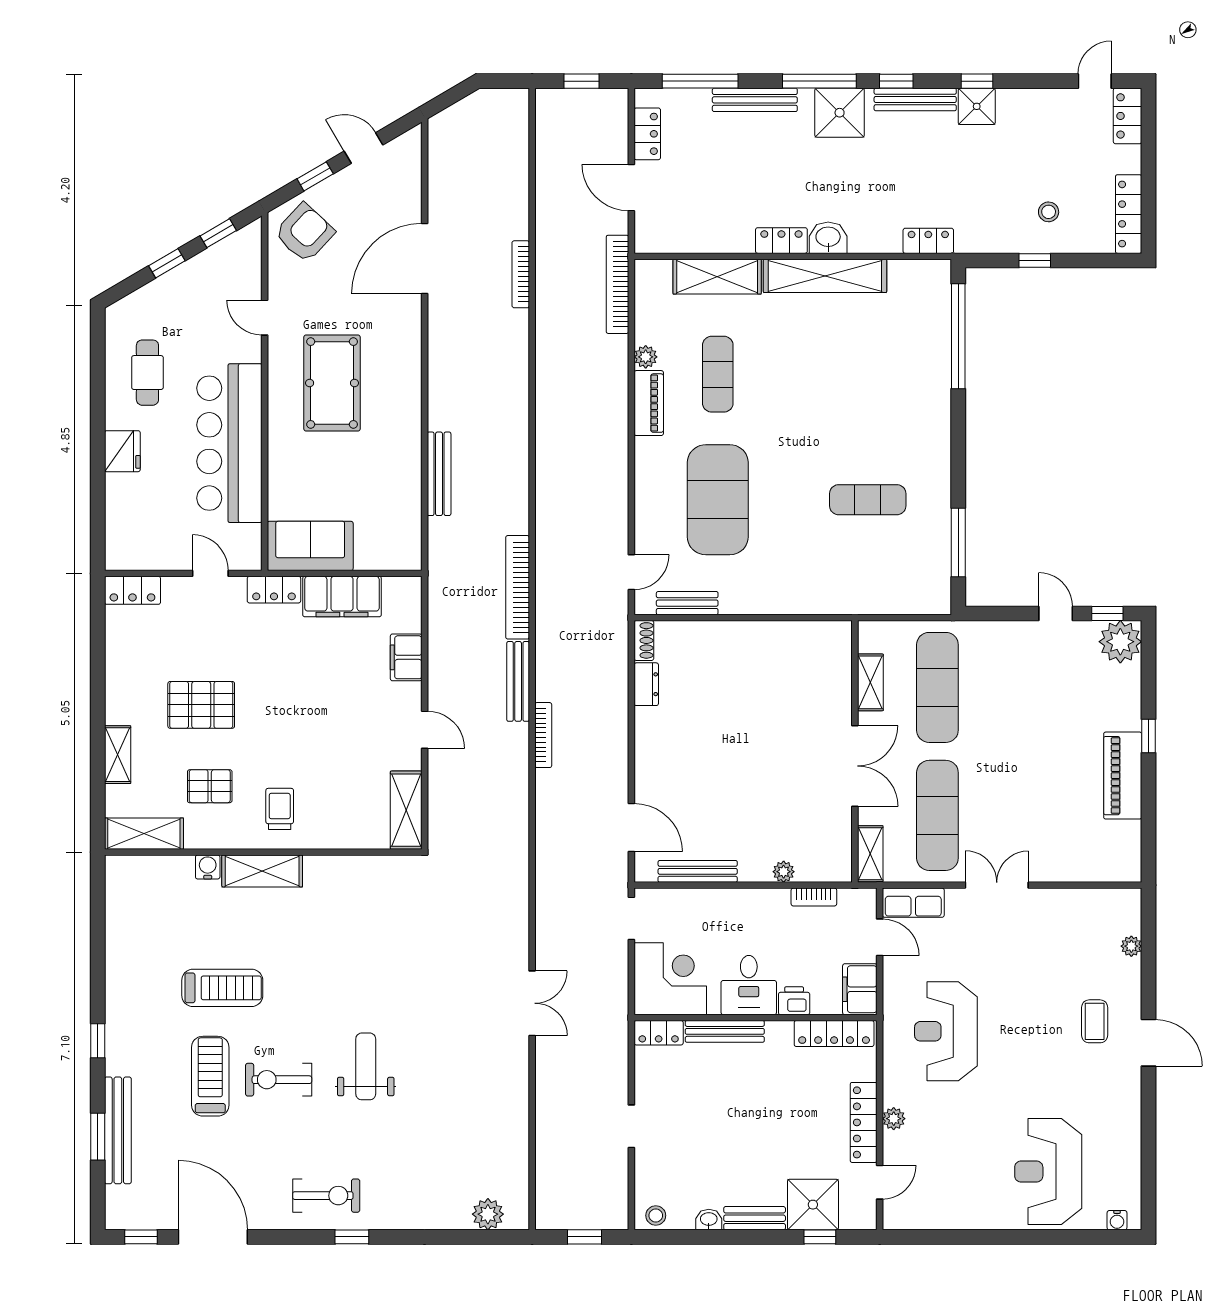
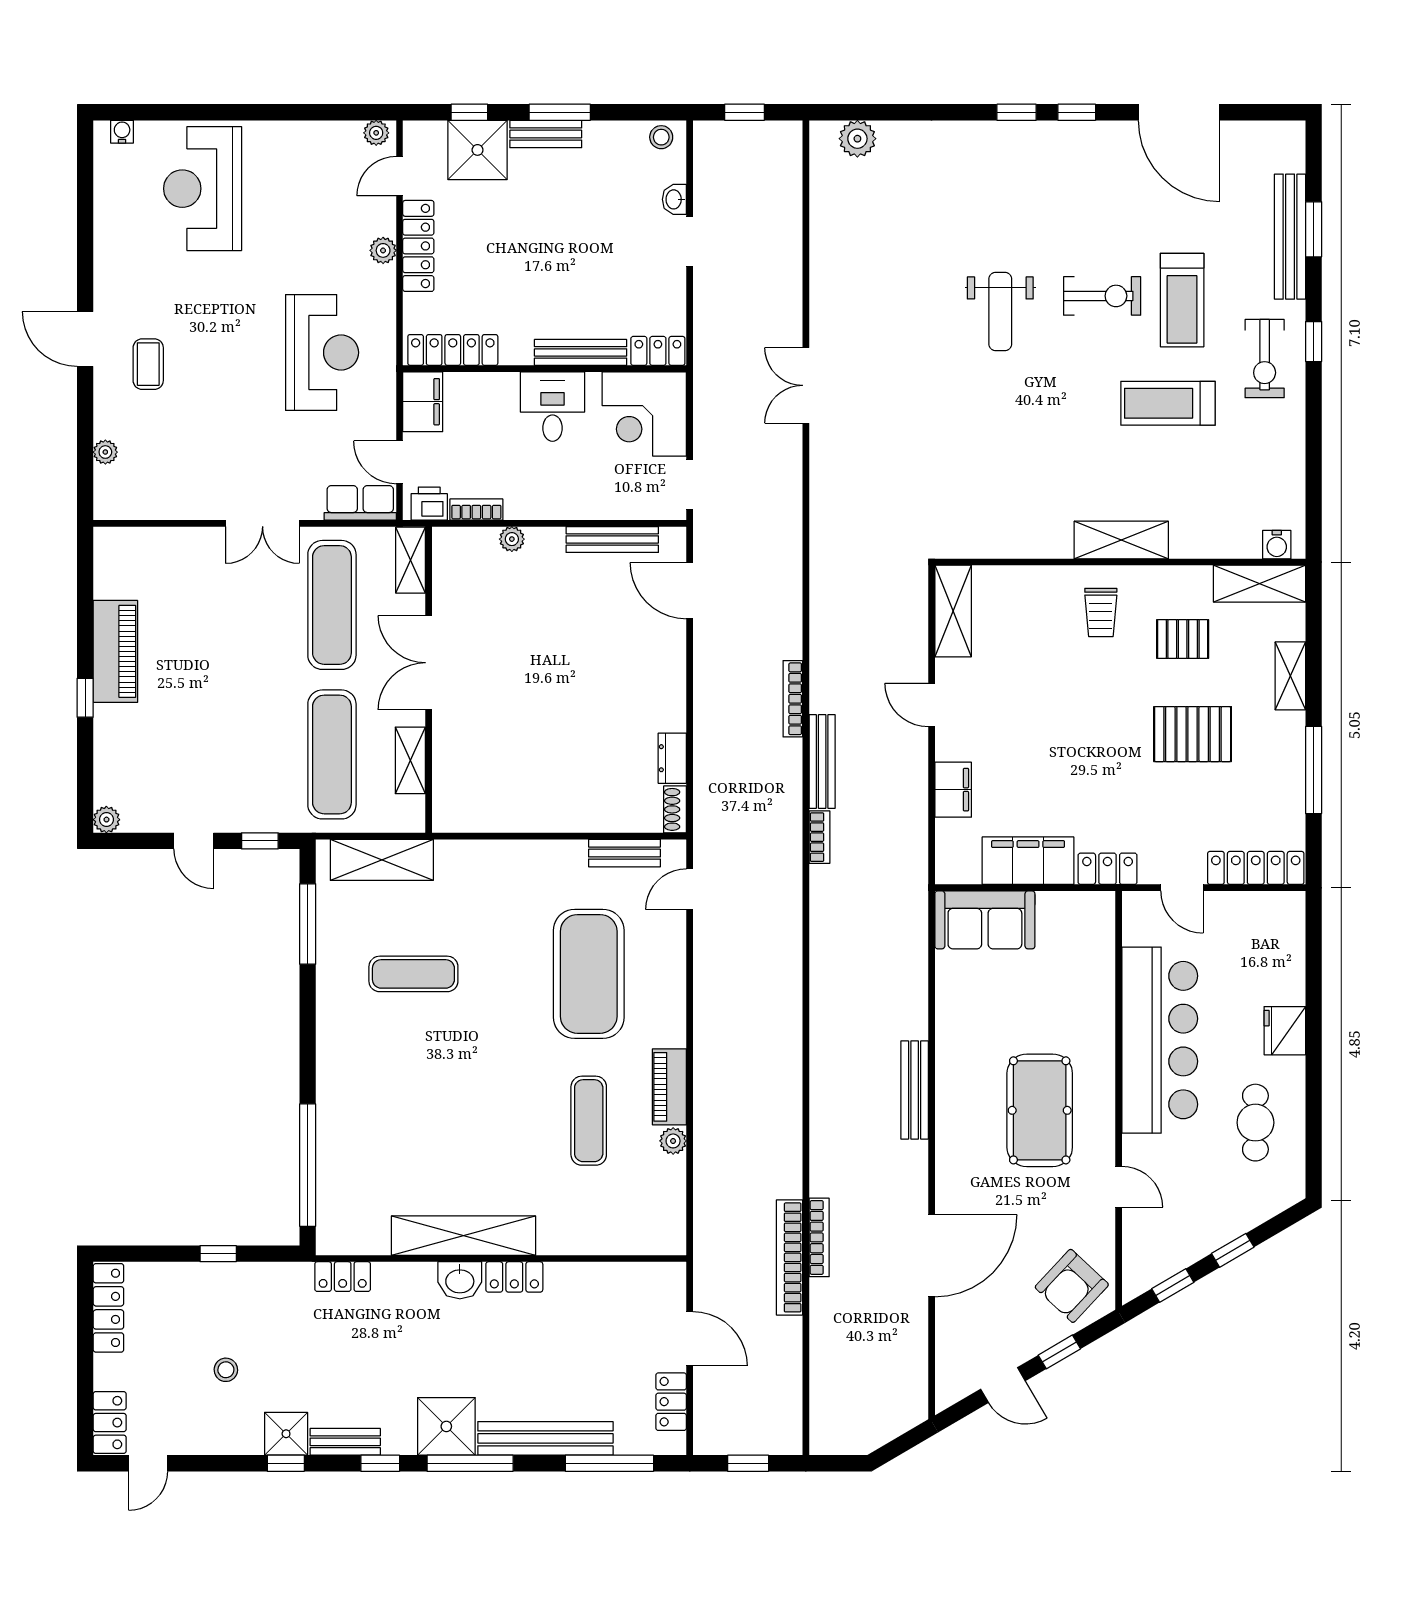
bench: (915, 99) -> (345, 1442), width x0.73
bench: (755, 100) -> (545, 1438), width x1.37, depth x1.21
stool: (1049, 212) -> (226, 1370), moved
shelving: (717, 277) -> (382, 860), moved
bookcase: (617, 284) -> (789, 1257), moved, turned 180
bench: (439, 474) -> (915, 1090), moved
sofa: (310, 546) -> (985, 920), moved
bookcase: (518, 587) -> (820, 837), width x0.43, depth x0.76
locker: (132, 590) -> (1256, 868), width x1.53
window: (1107, 613) -> (260, 841), moved
plant: (1120, 642) -> (106, 820), width x0.53, depth x0.53
window: (98, 674) -> (1314, 770), added
water cooler: (208, 867) -> (1277, 545), moved
printer: (794, 1001) -> (429, 504), moved, turned 180
reception desk: (1048, 1172) -> (203, 189), turned 180
exercise bike: (326, 1196) -> (1265, 359), moved, turned -90
plant: (900, 1219) -> (376, 133), added
washbasin: (709, 1220) -> (674, 199), moved, turned 90
window: (141, 1237) -> (1077, 112), moved
window: (743, 1237) -> (560, 112), added

